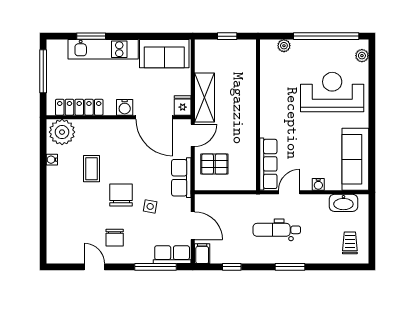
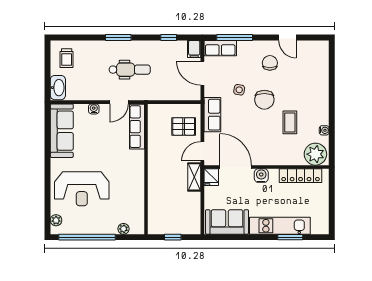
window: (43, 71) -> (332, 207), removed
shelving: (205, 97) -> (194, 177), width x0.67, depth x0.75
washbasin: (343, 203) -> (58, 88), moved, turned 90

